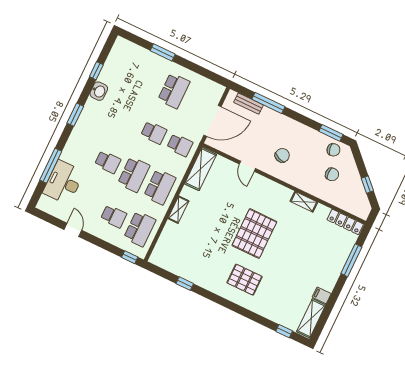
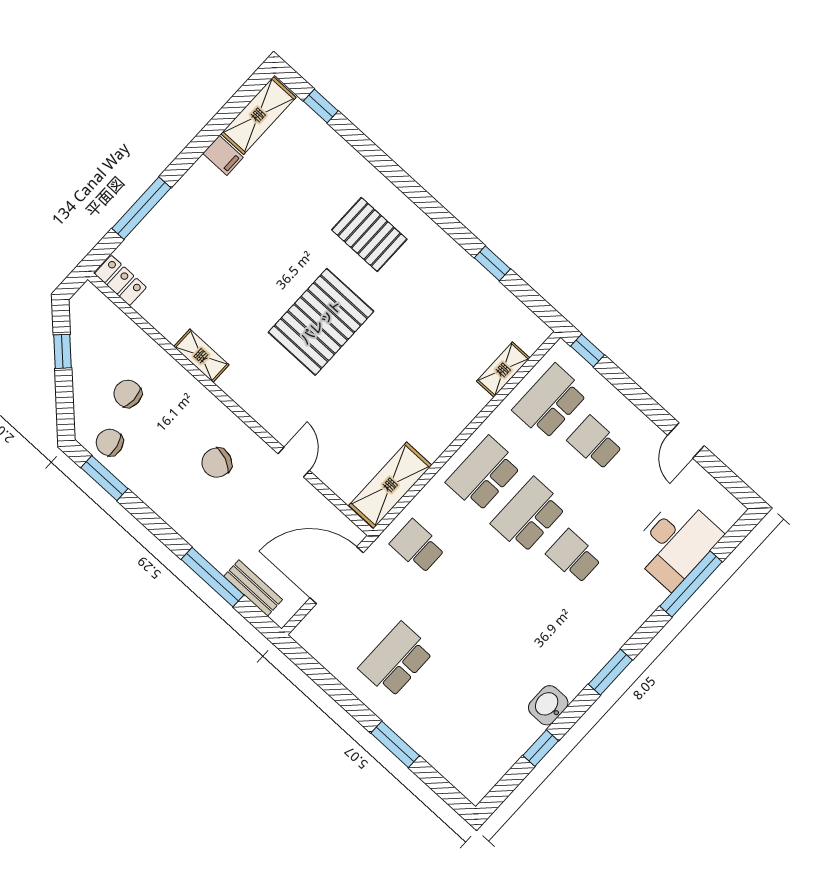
school desk: (154, 133) -> (462, 588), removed
shelving: (178, 210) -> (503, 370), moved
locker: (345, 222) -> (120, 280), width x0.66

